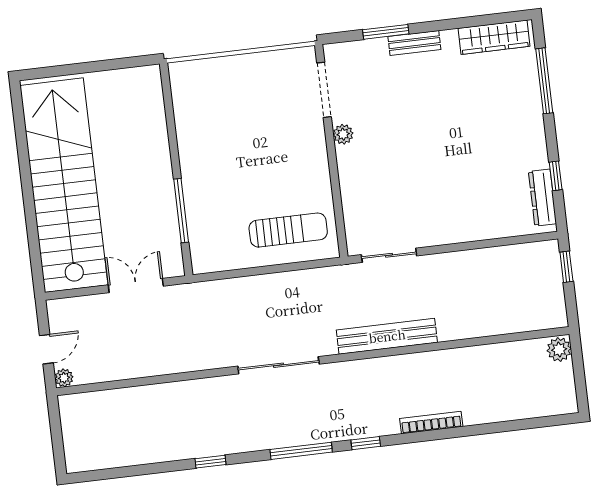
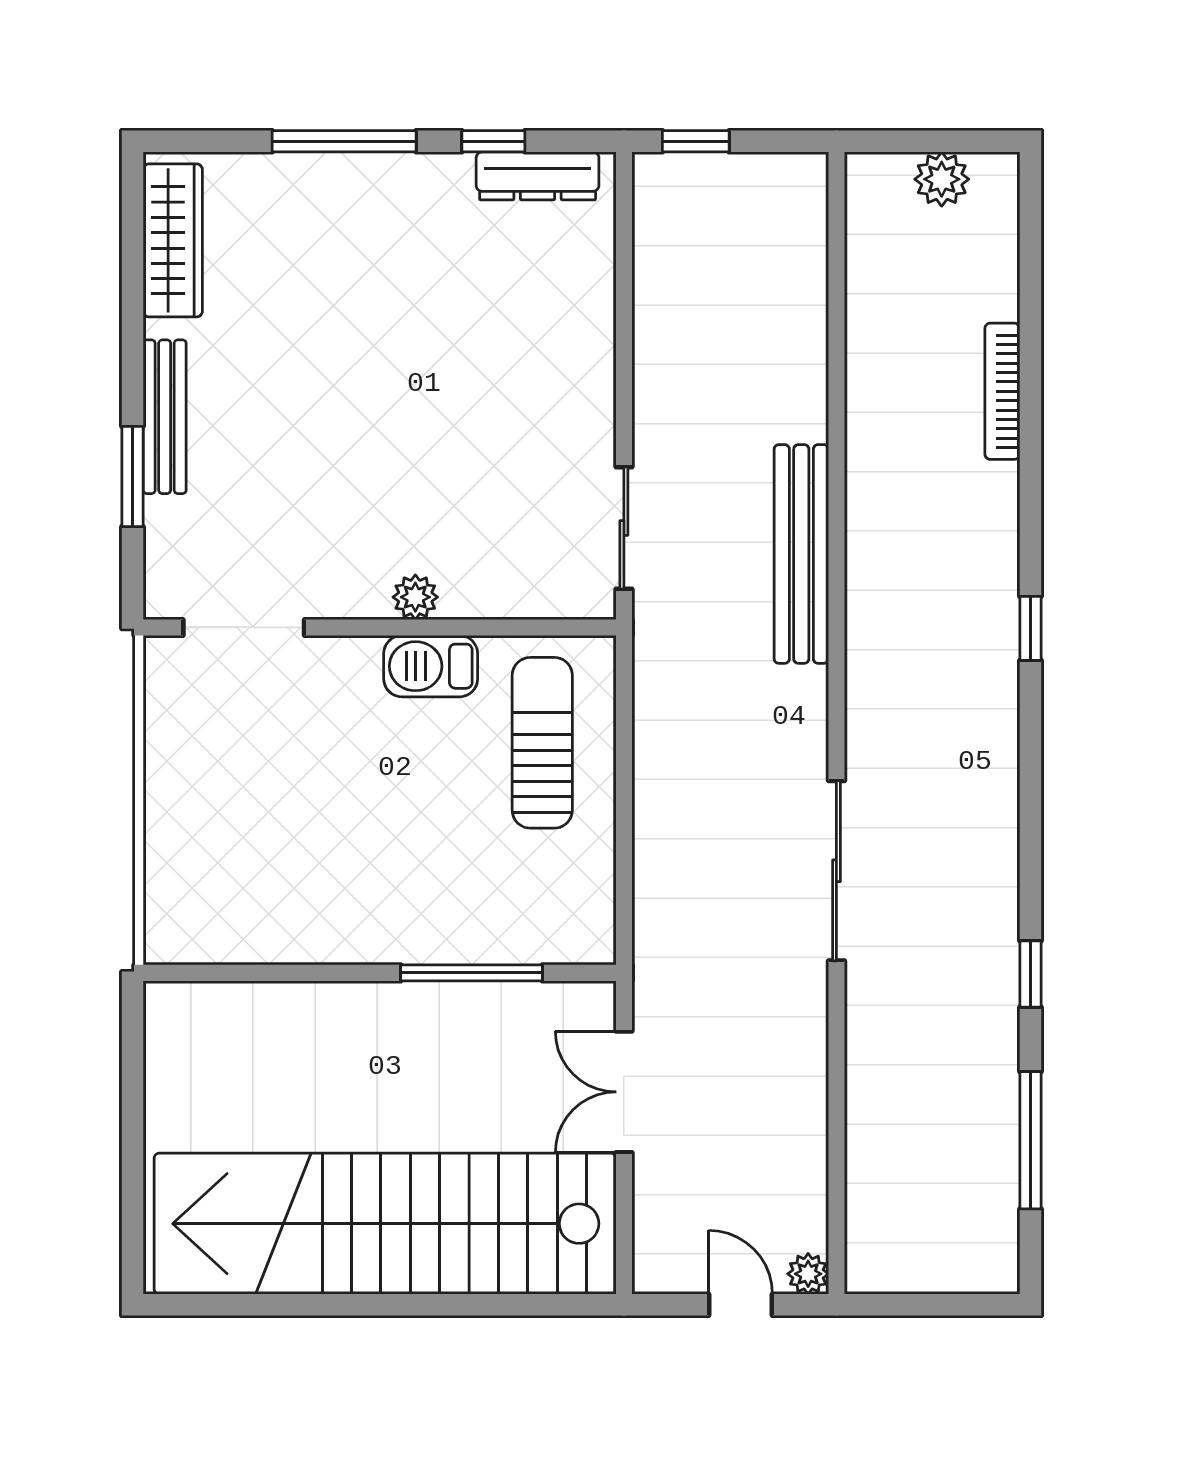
bench: (414, 43) -> (165, 417), width x1.36
window: (544, 81) -> (344, 141), moved
plant: (343, 134) -> (415, 597), moved
barbecue: (317, 176) -> (431, 666), added
plant: (559, 350) -> (942, 179), moved
sliding door: (278, 365) -> (836, 871), moved
bookcase: (431, 423) -> (1002, 391), moved
window: (301, 451) -> (1030, 1140), moved

